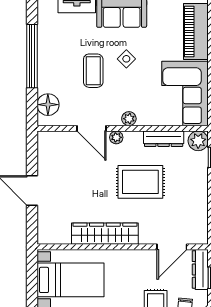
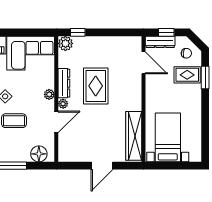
dresser: (164, 139) -> (64, 83), moved
wardrobe: (105, 234) -> (134, 136), moved

